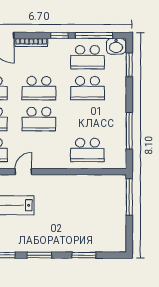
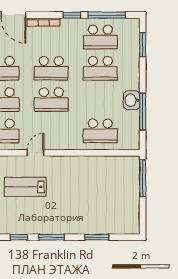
washbasin: (116, 46) -> (132, 100), moved, turned 90

